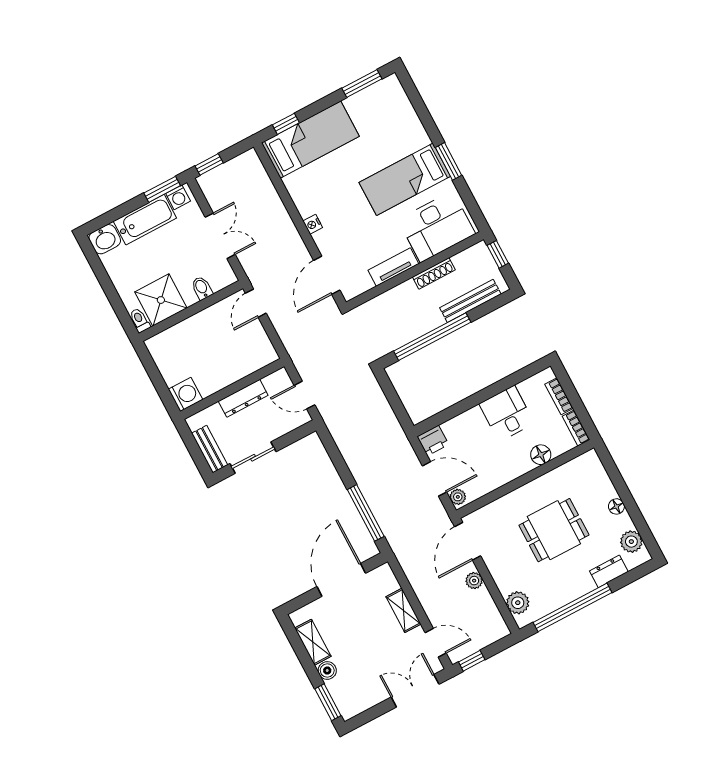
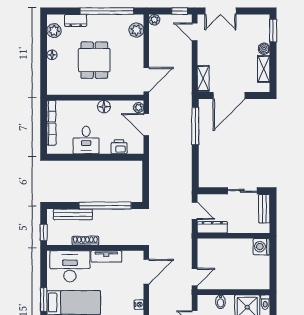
dresser: (243, 398) -> (212, 227), moved
printer: (433, 440) -> (119, 147), moved
floor lamp: (541, 455) -> (104, 107), moved
dining table: (554, 530) -> (94, 60), turned 90
plant: (474, 581) -> (154, 20), moved
shelving: (403, 610) -> (203, 78), moved

